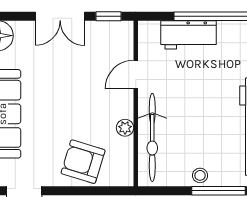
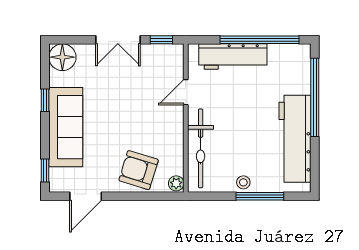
workbench: (188, 35) -> (233, 56), width x1.38
plant: (125, 128) -> (176, 183), moved

